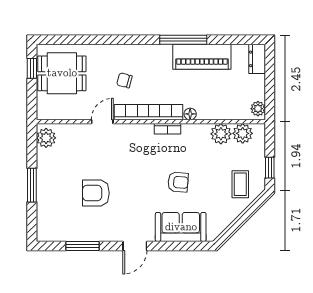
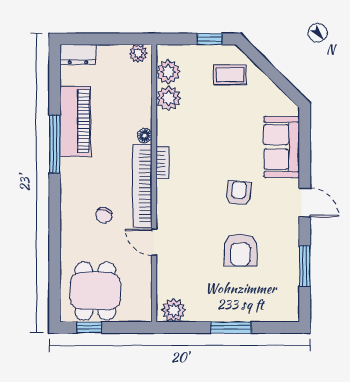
armchair: (178, 182) -> (239, 193), moved

